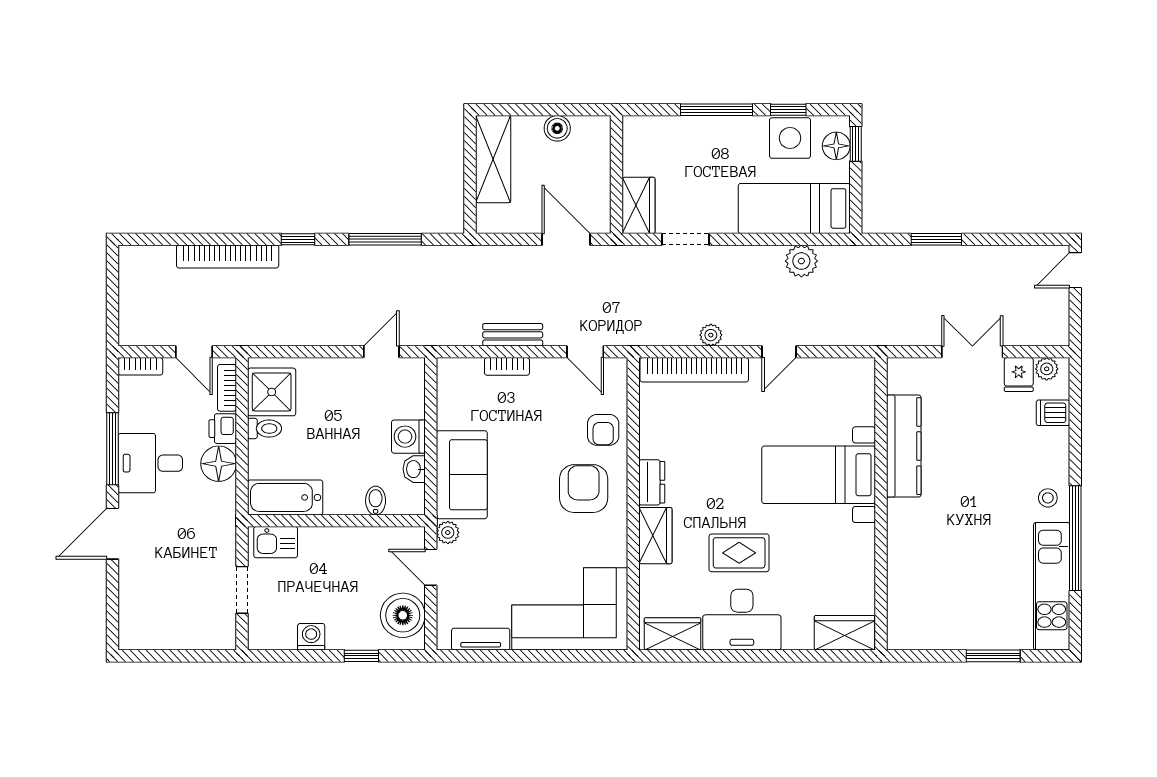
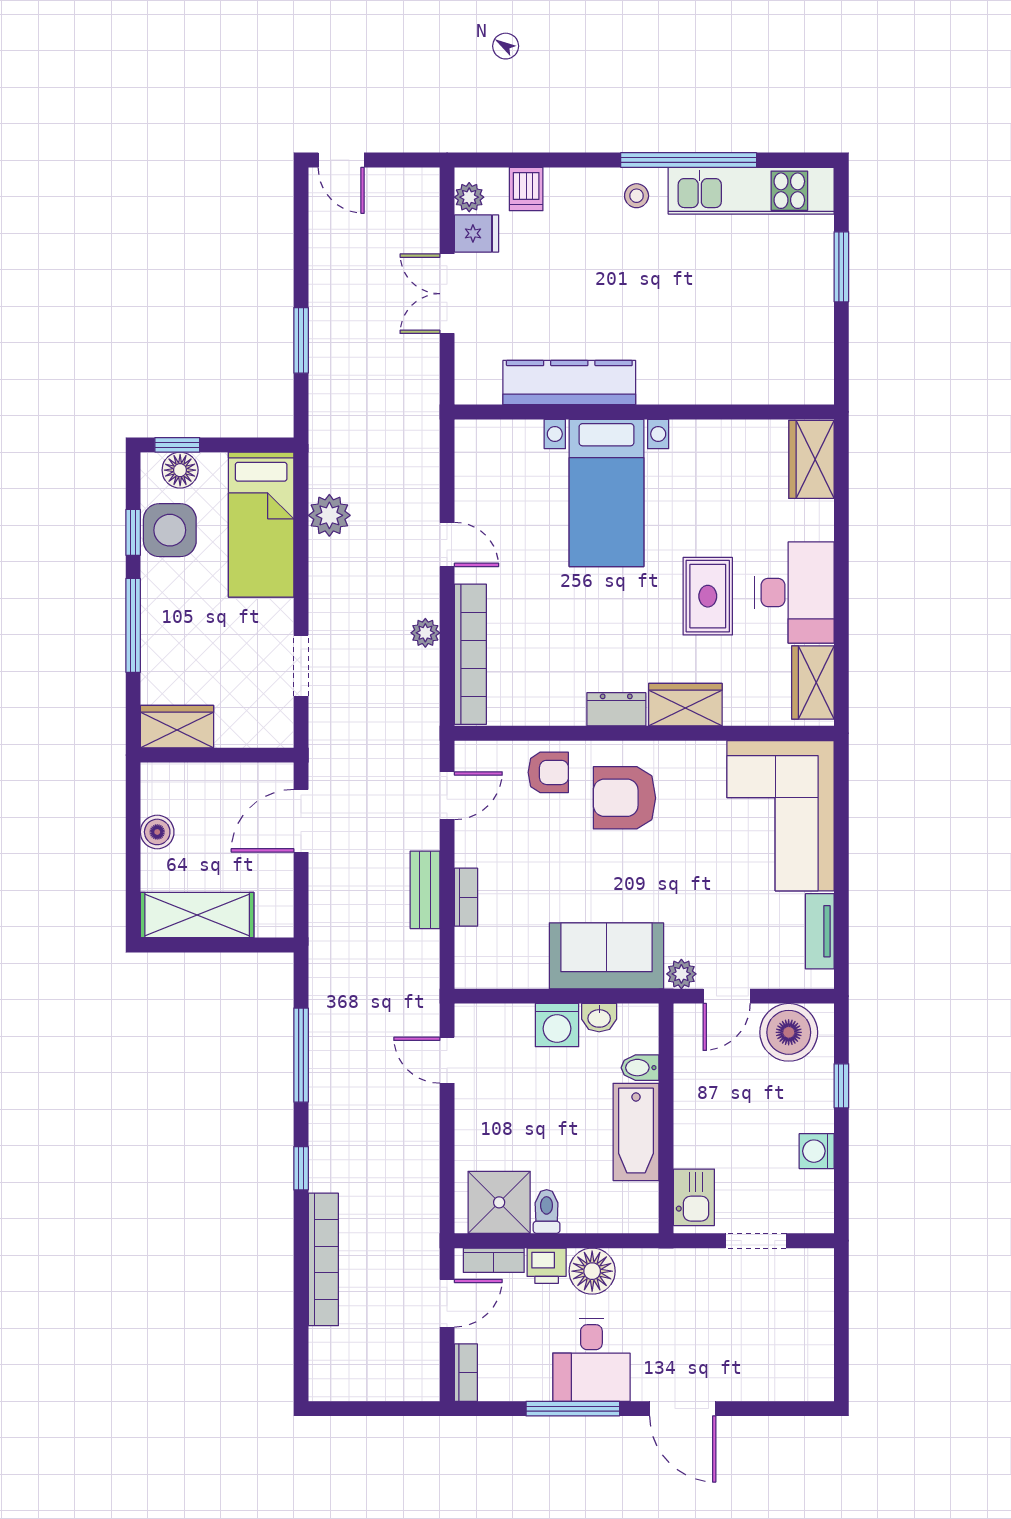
wardrobe: (638, 205) -> (177, 727), moved
bathtub: (285, 497) -> (636, 1132), moved

